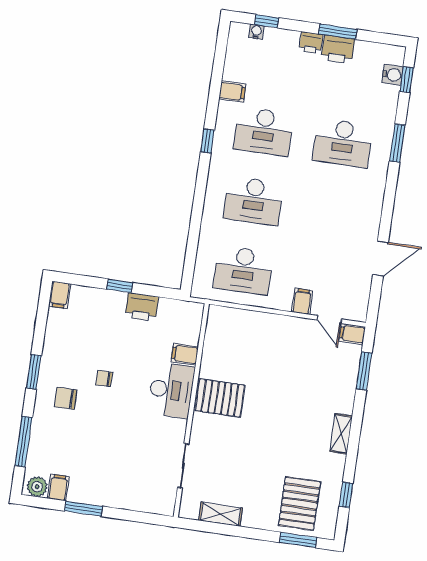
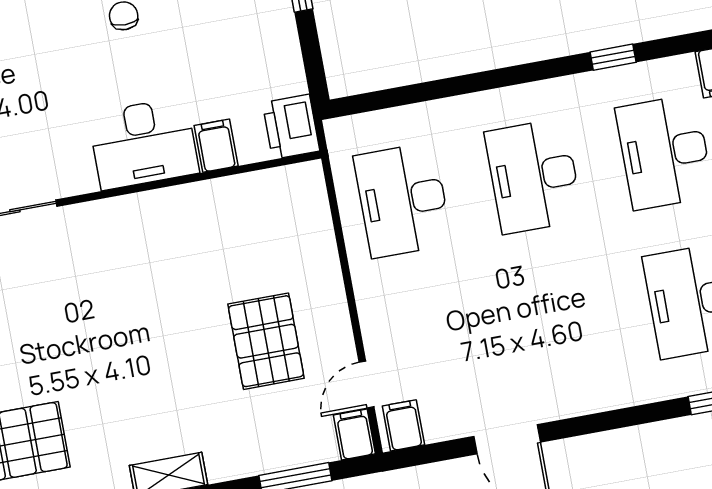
filing cabinet: (302, 301) -> (403, 425), moved, turned -90
printer: (142, 307) -> (291, 127), moved
pallet: (220, 398) -> (266, 341), moved

